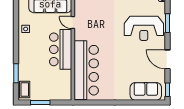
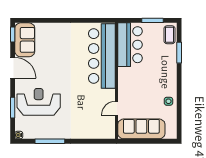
door: (73, 23) -> (116, 108), swing flipped
bar counter: (61, 49) -> (130, 45), moved
sofa: (146, 91) -> (25, 40), moved, turned -90

